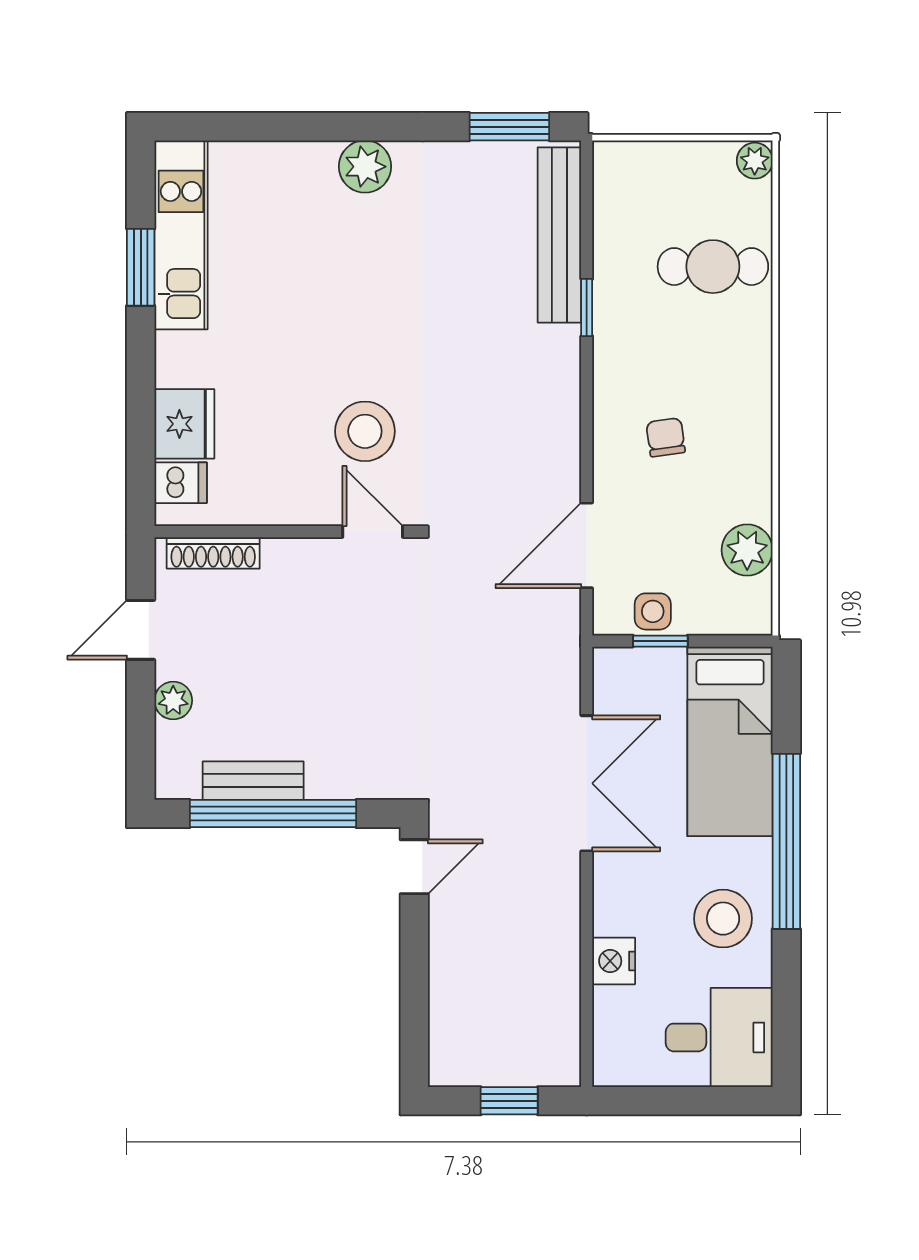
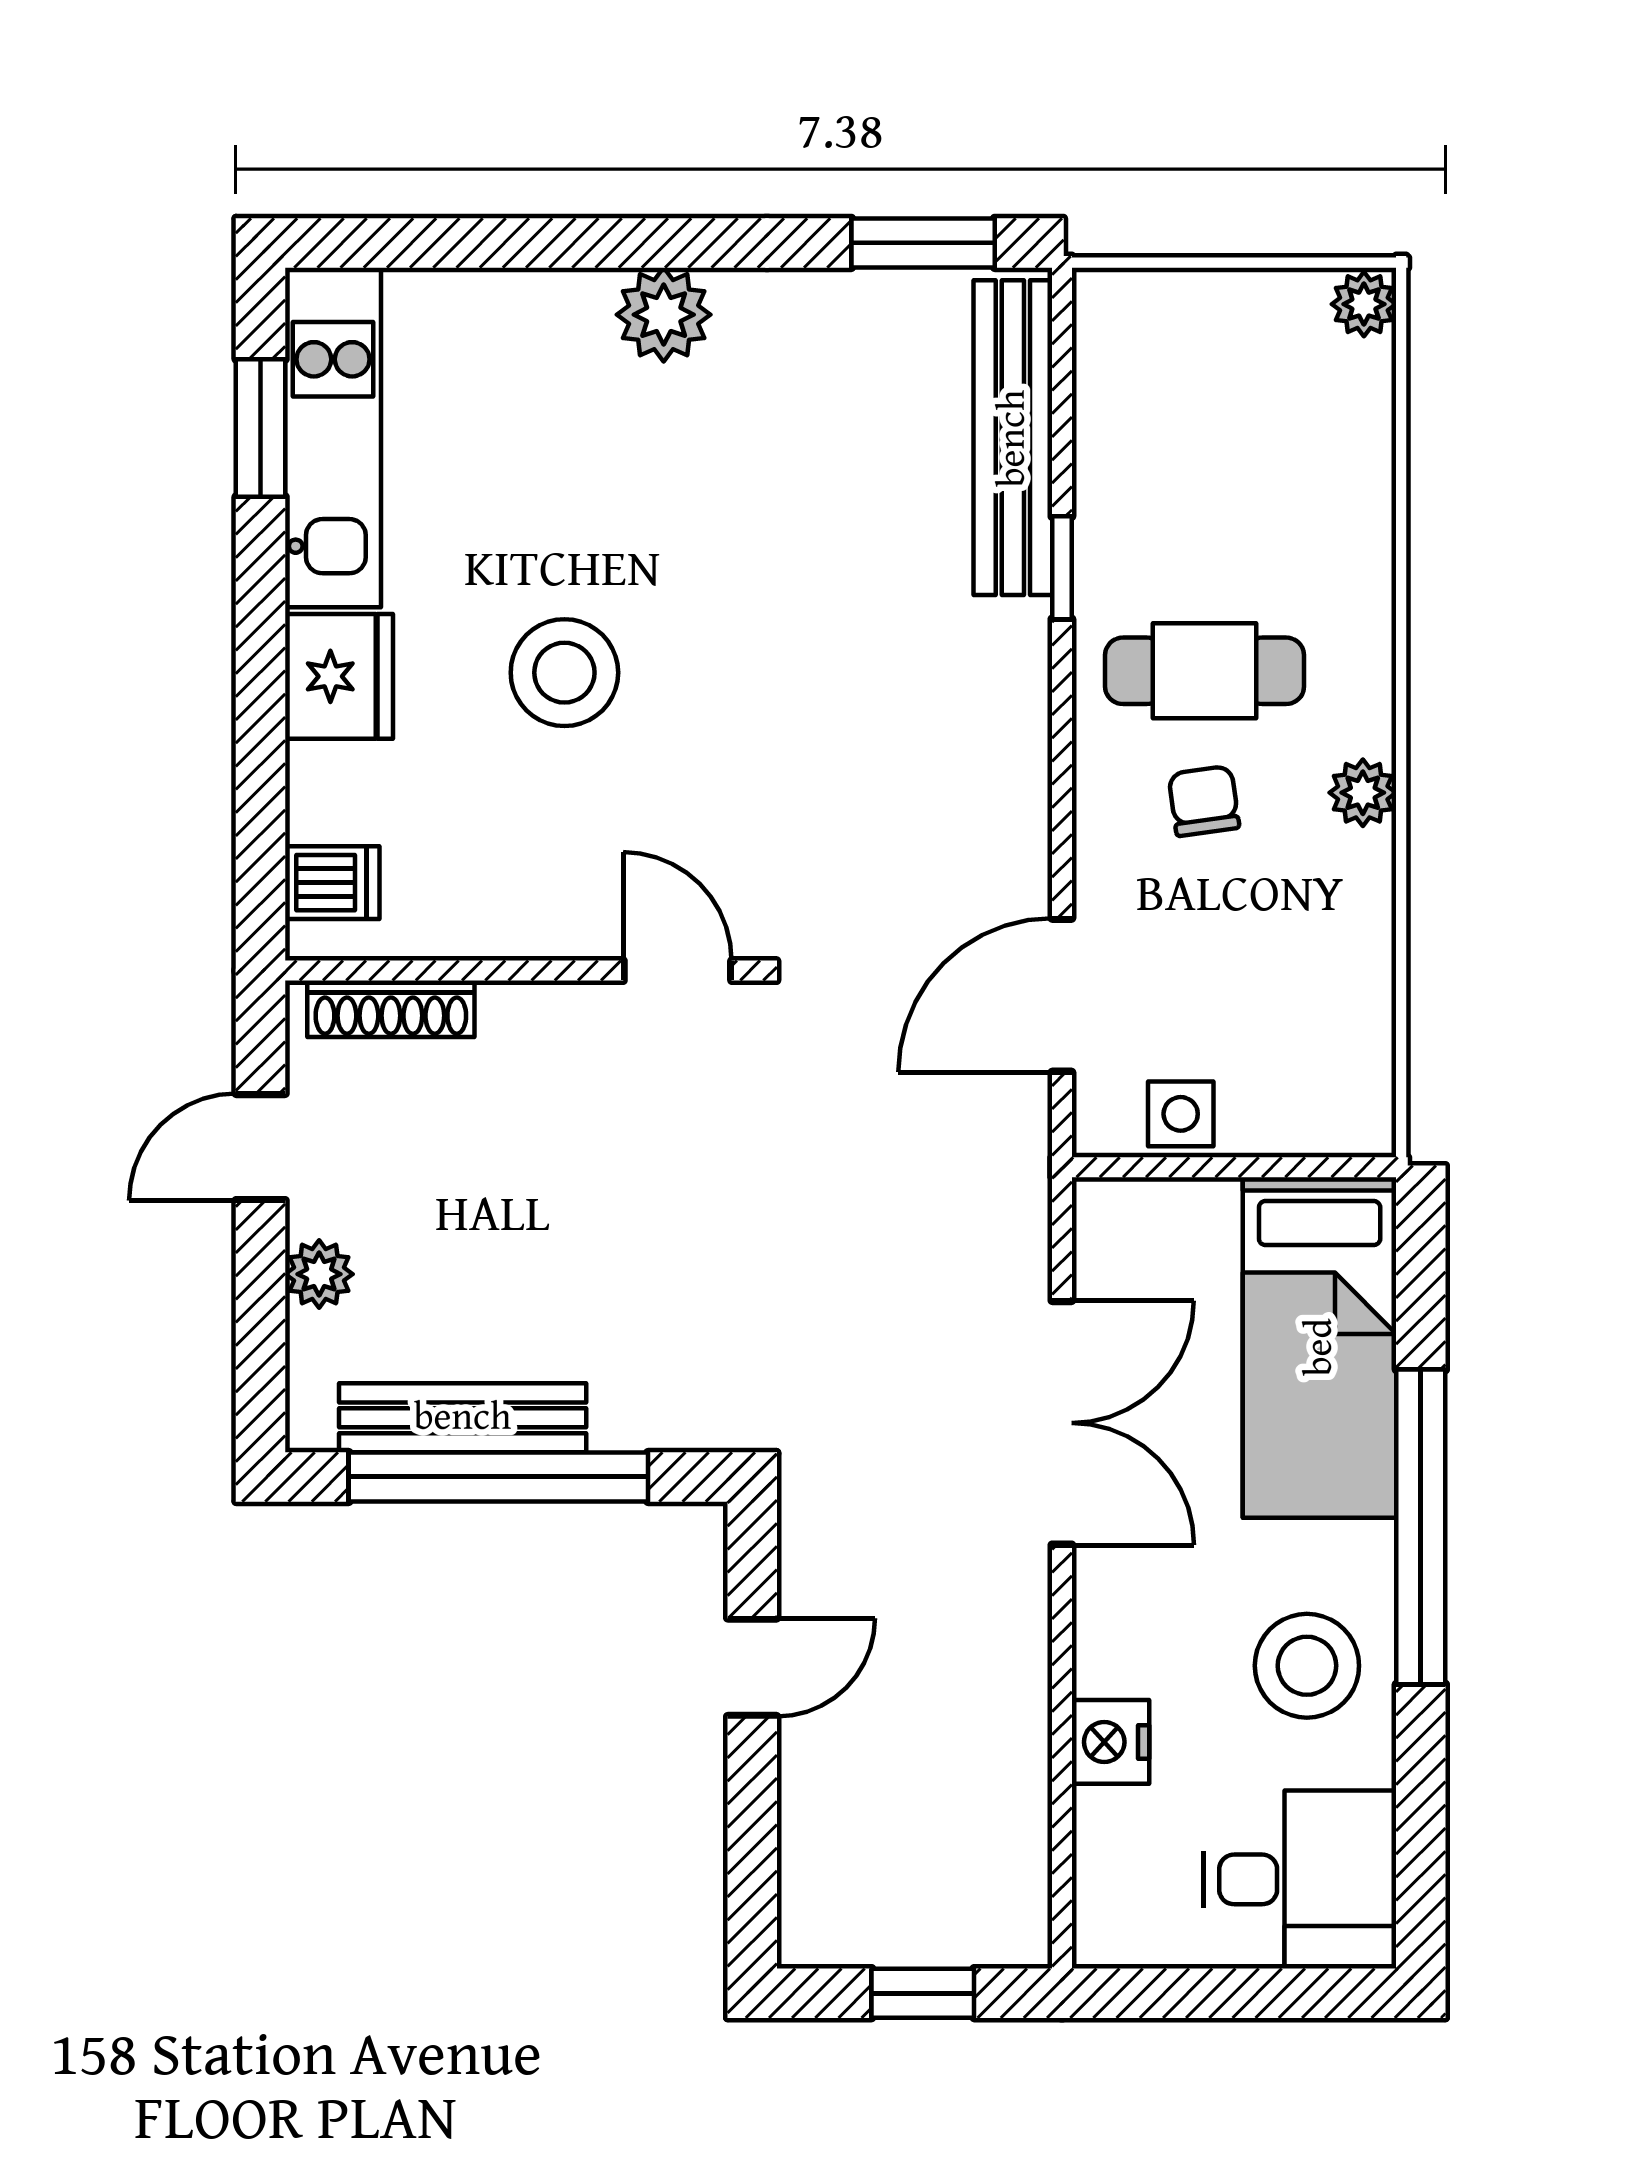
window: (141, 267) -> (261, 428), moved
cafe table: (713, 267) -> (1205, 671), moved
fridge: (184, 424) -> (339, 676), moved
stool: (365, 431) -> (564, 673), moved
plant: (747, 550) -> (1363, 793), moved, width x0.73, depth x0.73
window: (660, 641) -> (1194, 1167), removed
bench: (253, 781) -> (463, 1418), width x1.36
door: (414, 867) -> (752, 1667), moved

